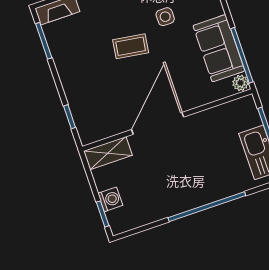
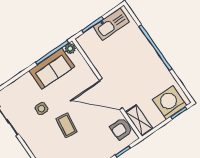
armchair: (103, 124) -> (121, 129), added
washing machine: (110, 199) -> (170, 103), width x1.89, depth x1.89

